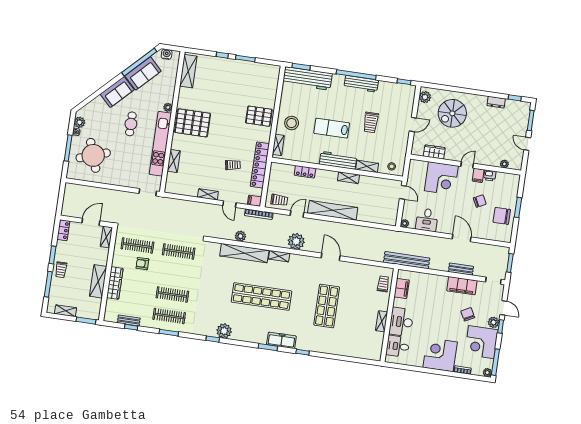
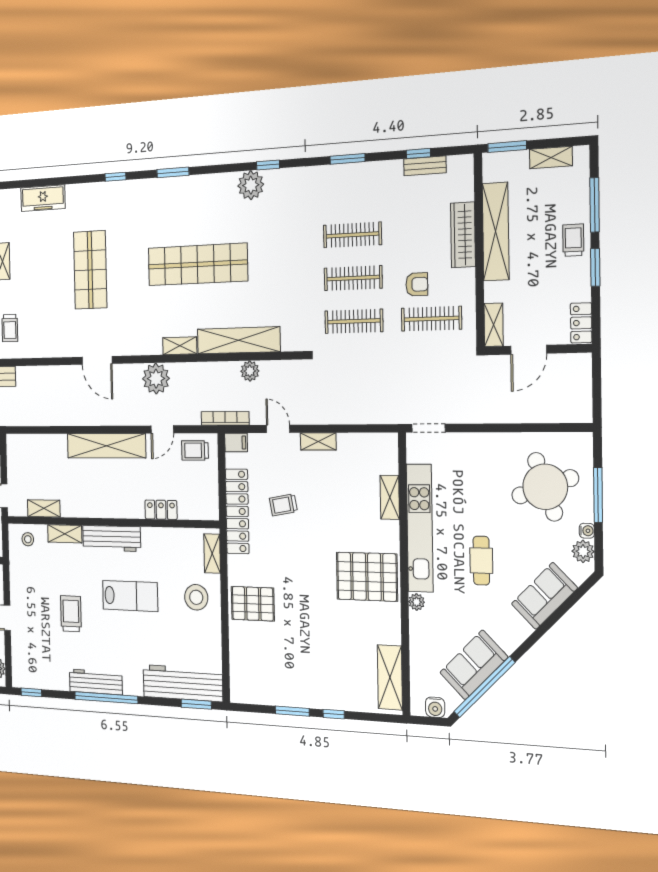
sofa: (117, 92) -> (544, 596), moved
shelving: (348, 178) -> (44, 508), moved
shelving: (98, 281) -> (496, 232), width x1.47
clothes rail: (169, 316) -> (353, 278), moved
freezer: (281, 340) -> (43, 198), moved

